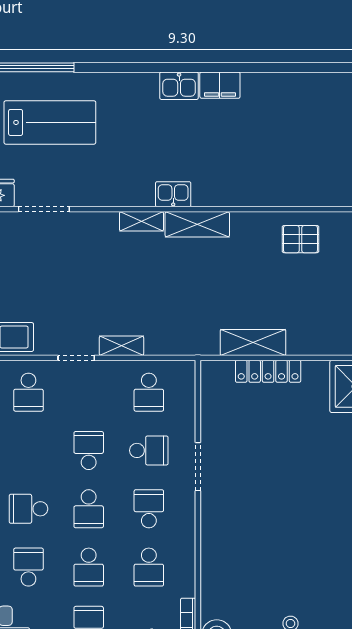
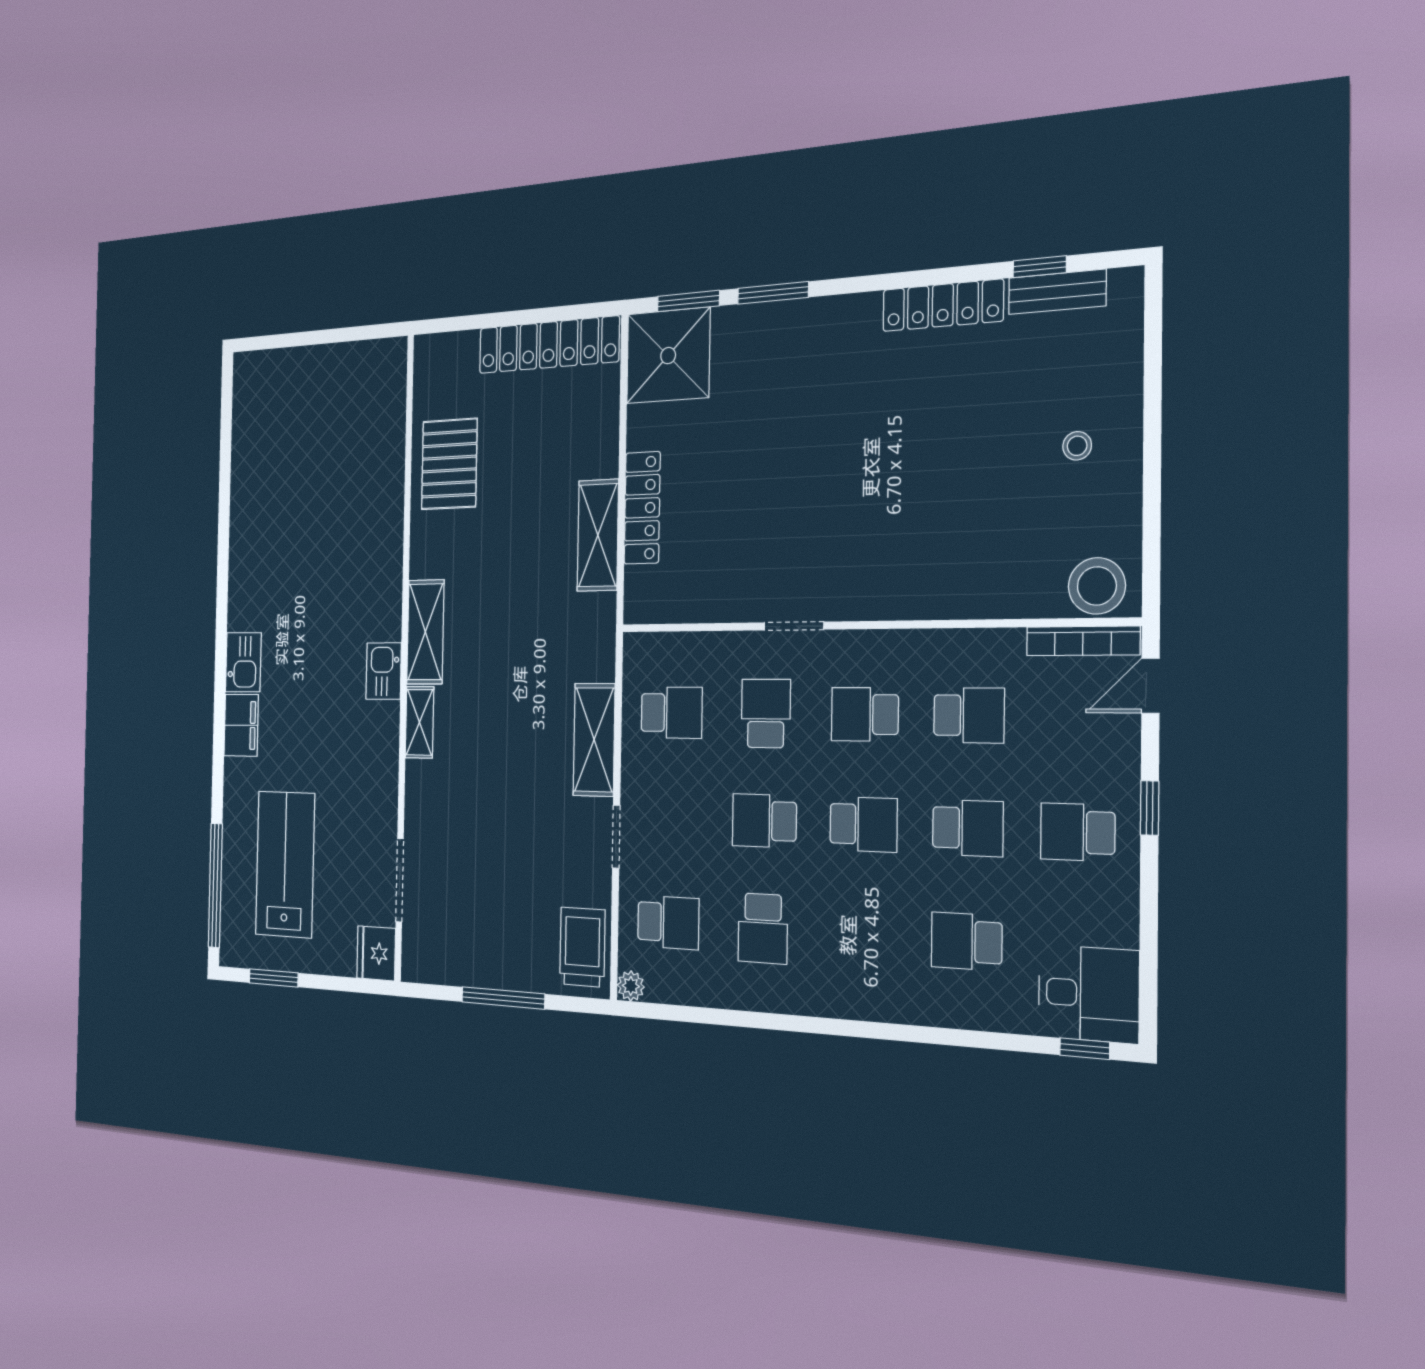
filing cabinet: (220, 85) -> (241, 725), moved
pallet: (300, 239) -> (449, 464), width x1.50, depth x1.42
shelving: (121, 346) -> (594, 740), width x1.50, depth x1.33
doorway: (198, 467) -> (794, 626), width x0.73
school desk: (28, 509) -> (763, 928), moved

